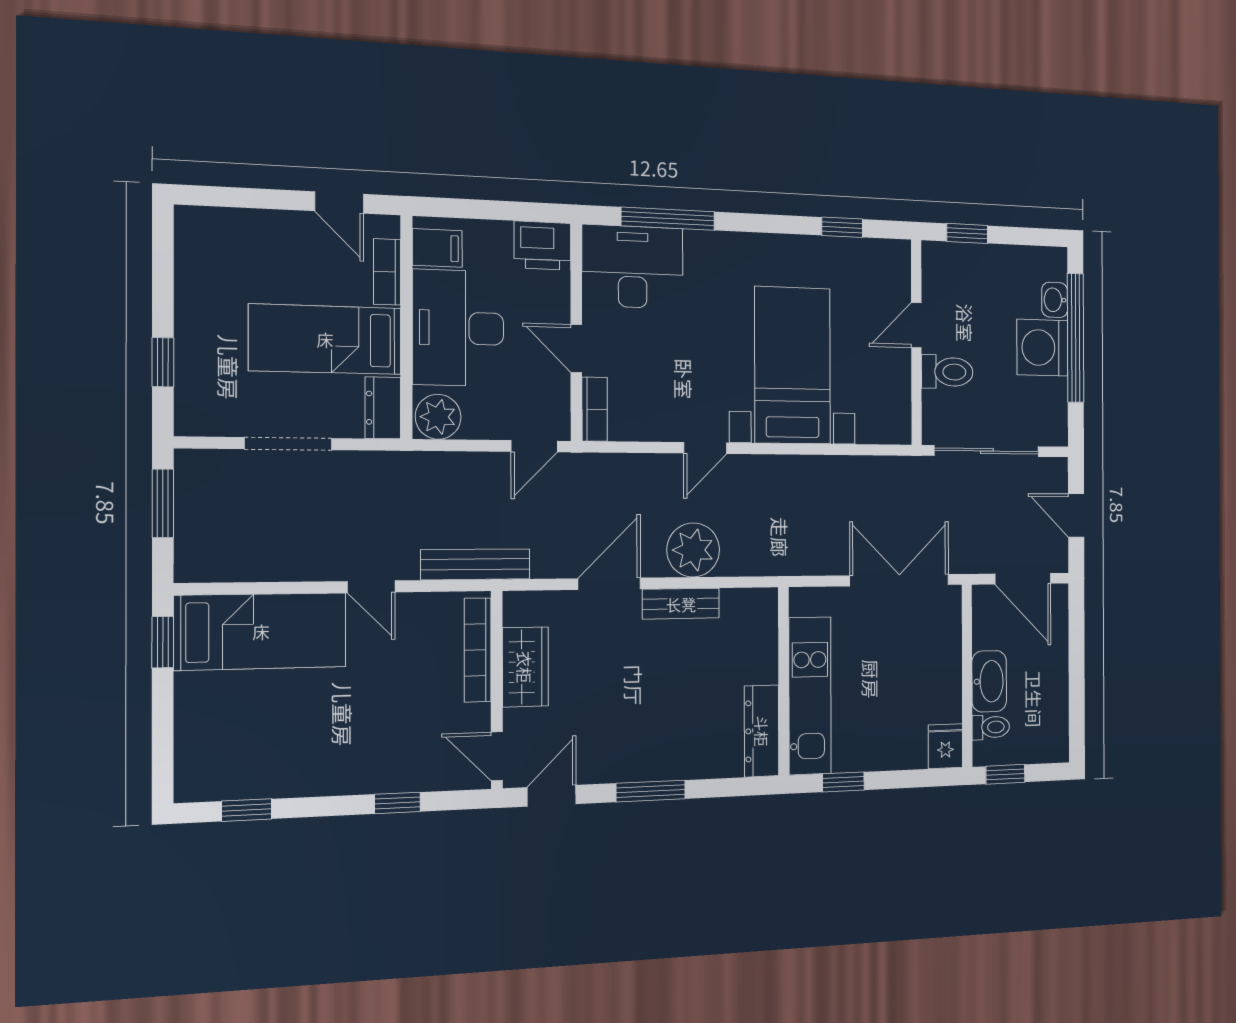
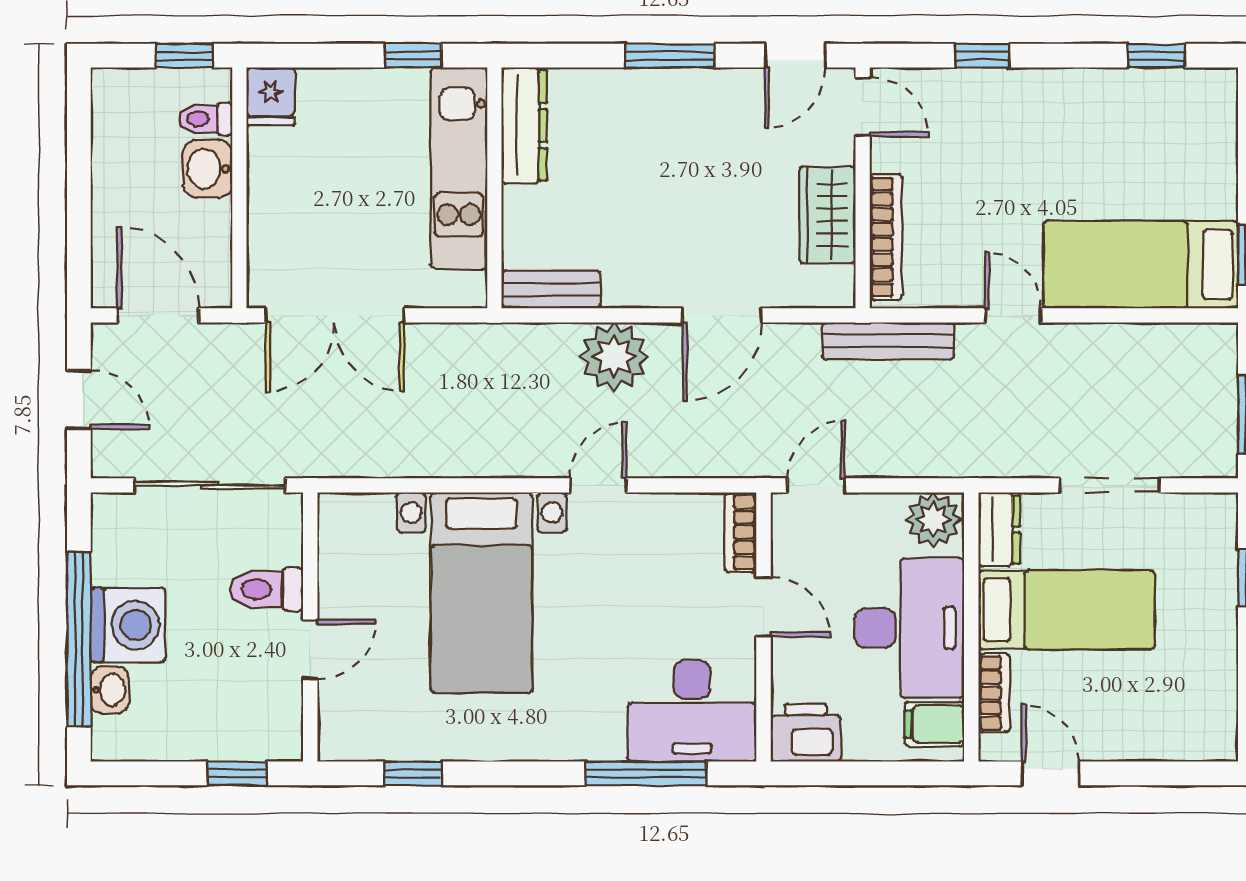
bench: (681, 604) -> (551, 289), moved
washbasin: (989, 681) -> (207, 169), width x0.72

